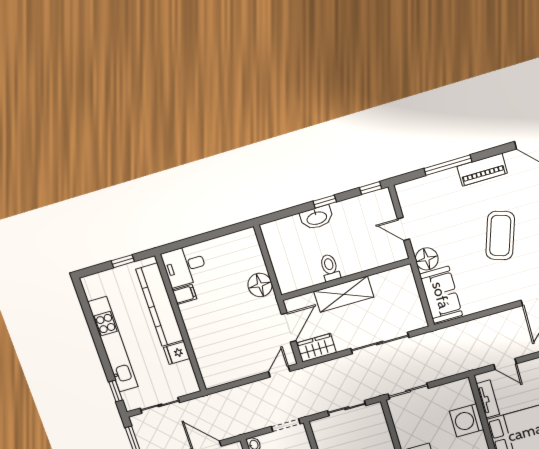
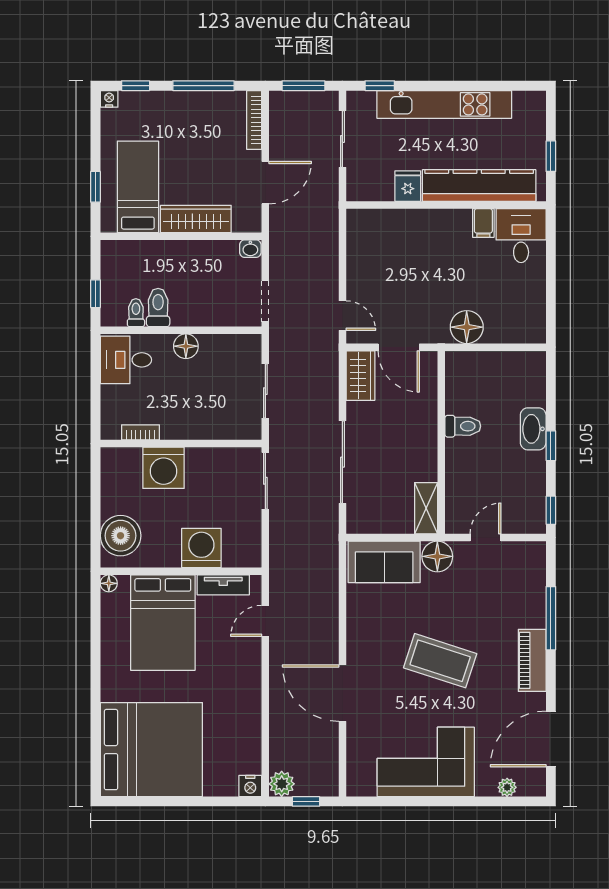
shelving: (344, 294) -> (426, 508), moved, width x0.67, depth x0.75

